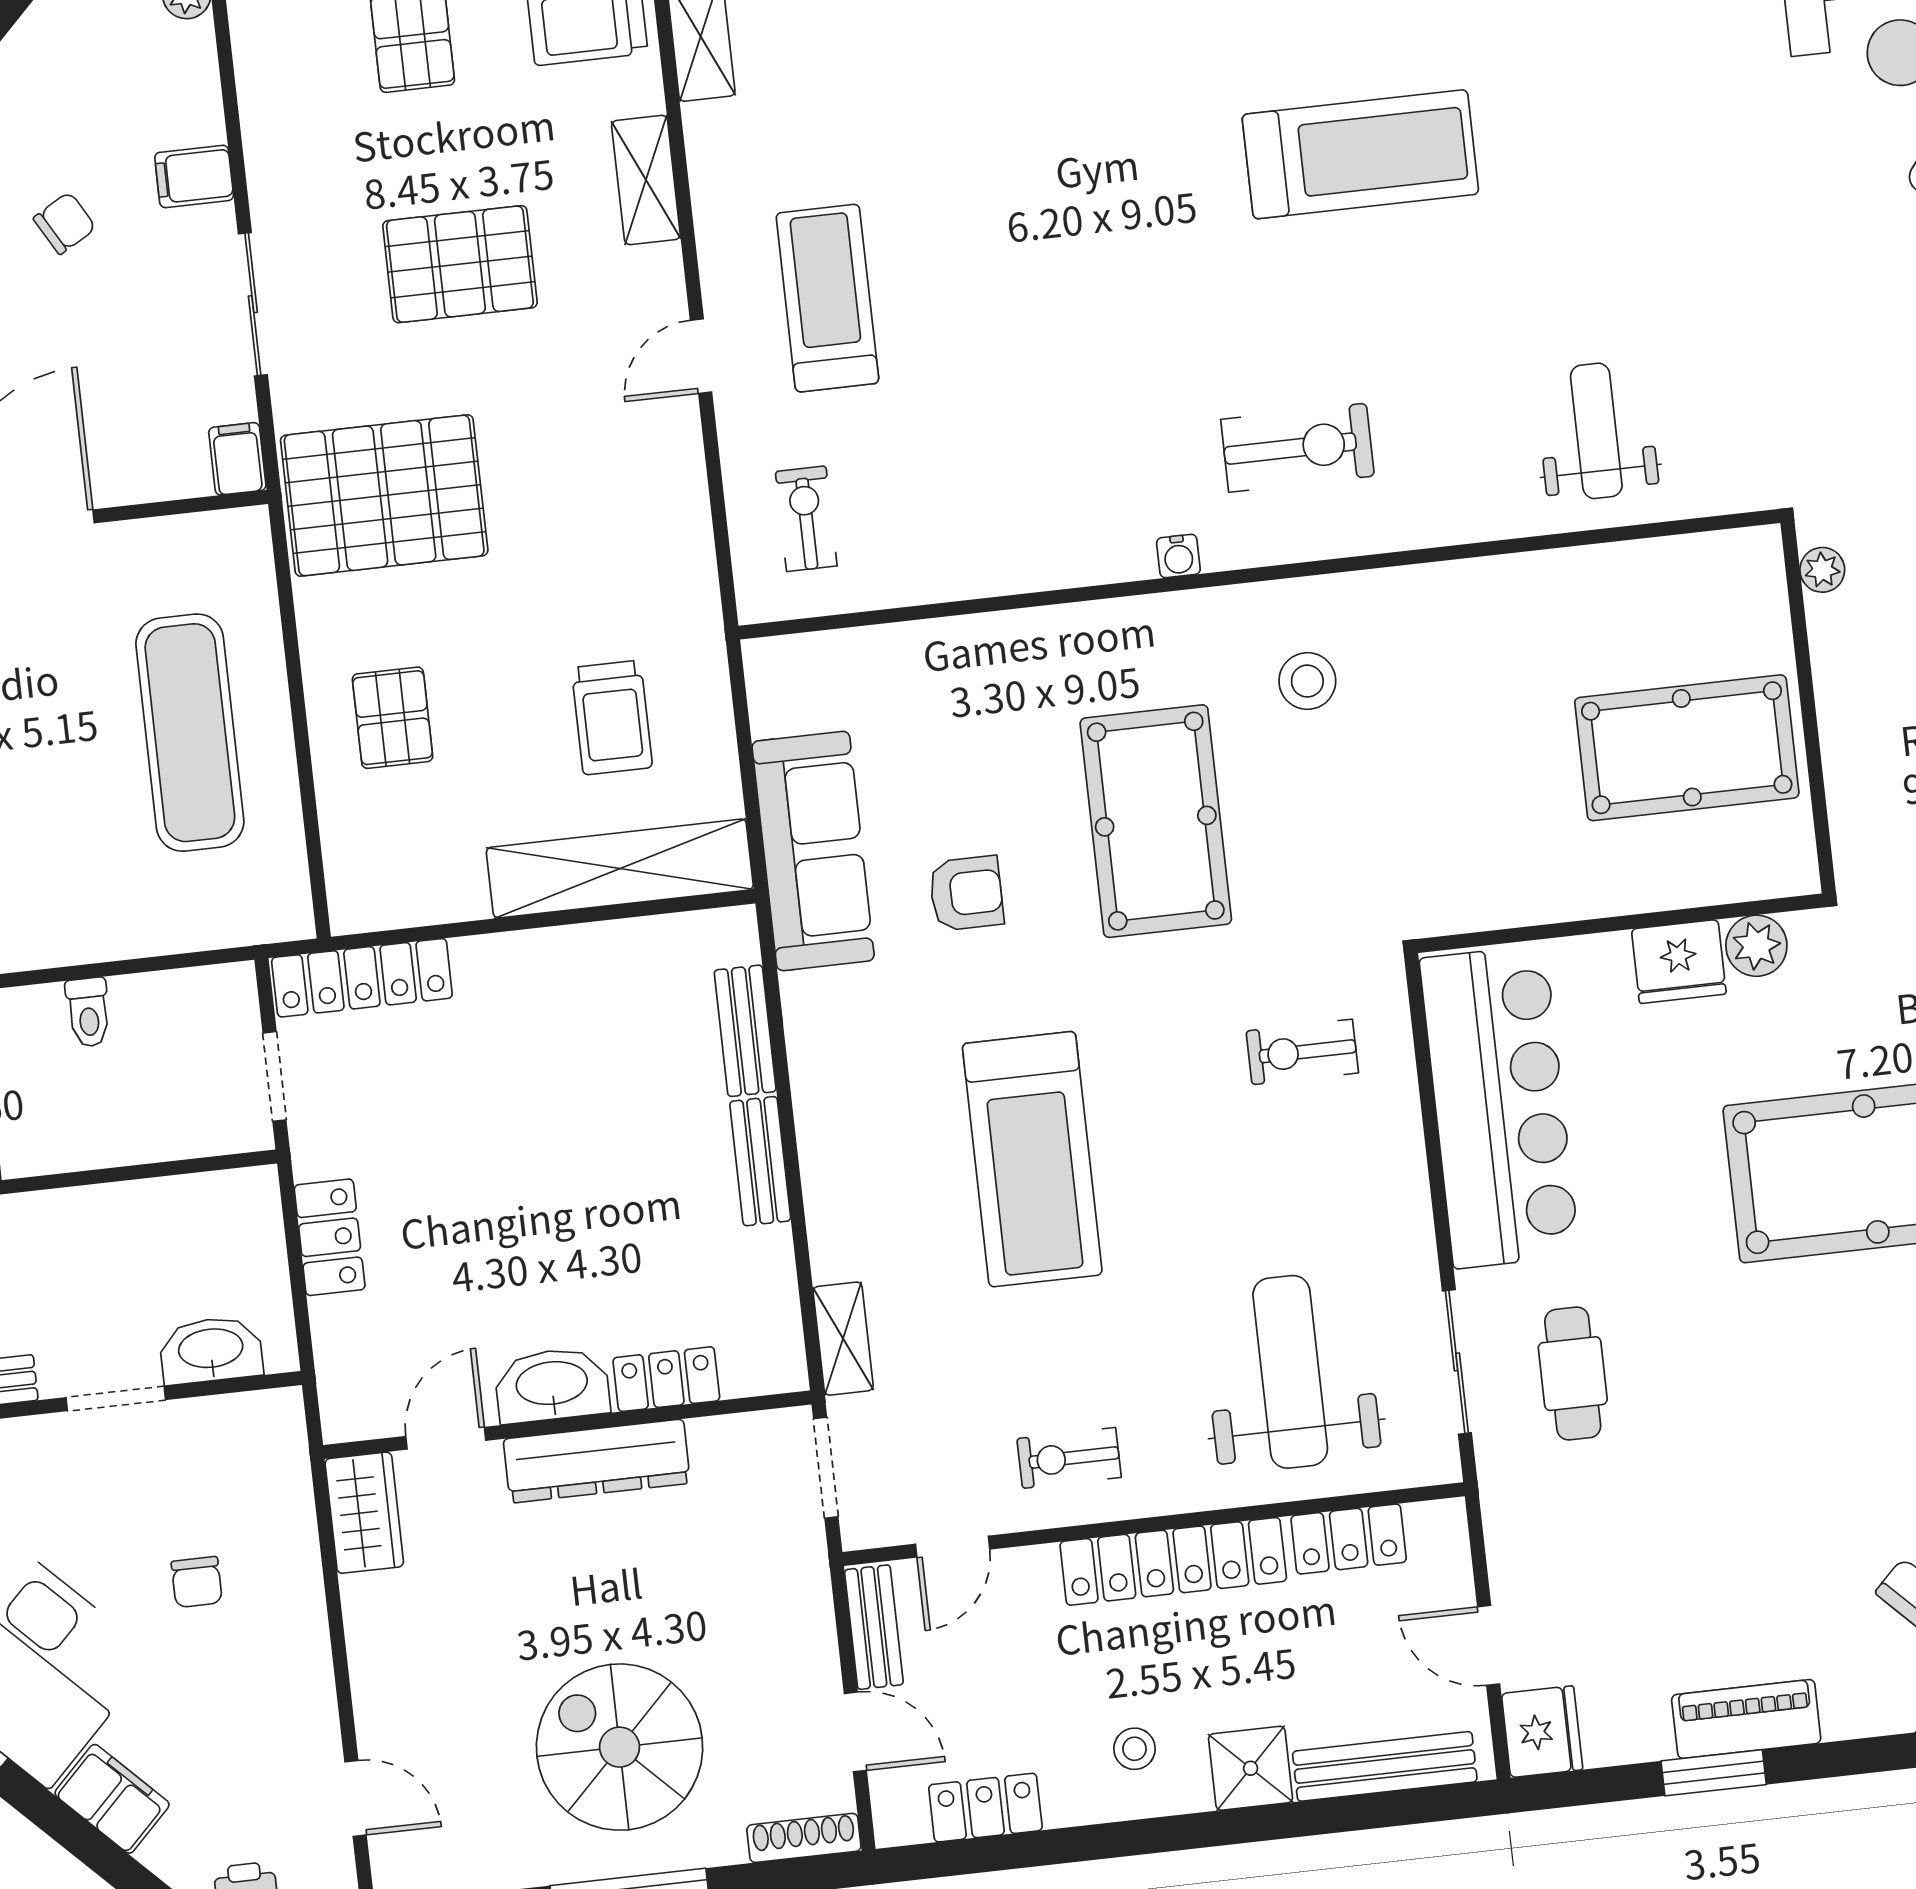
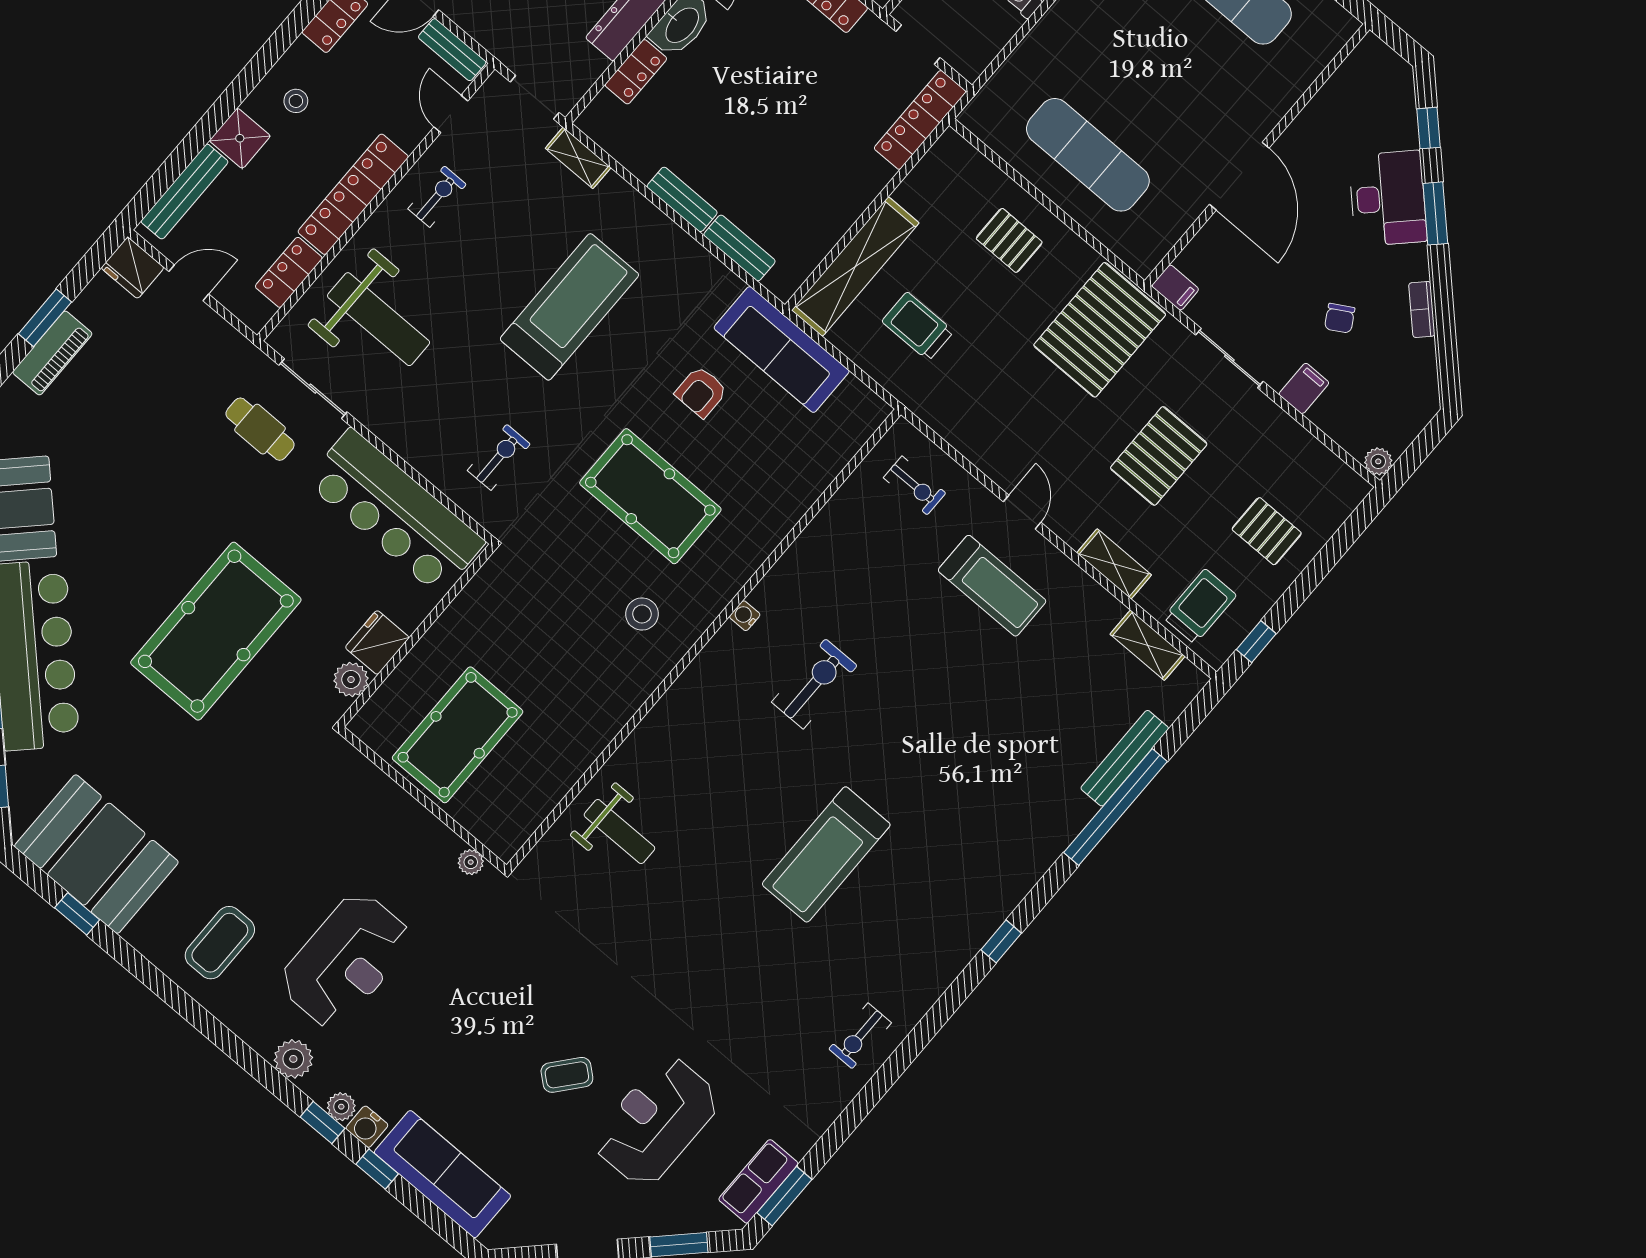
exercise bike: (1297, 448) -> (814, 684), moved, turned 180
treadmill: (1032, 1159) -> (569, 307), turned 90

